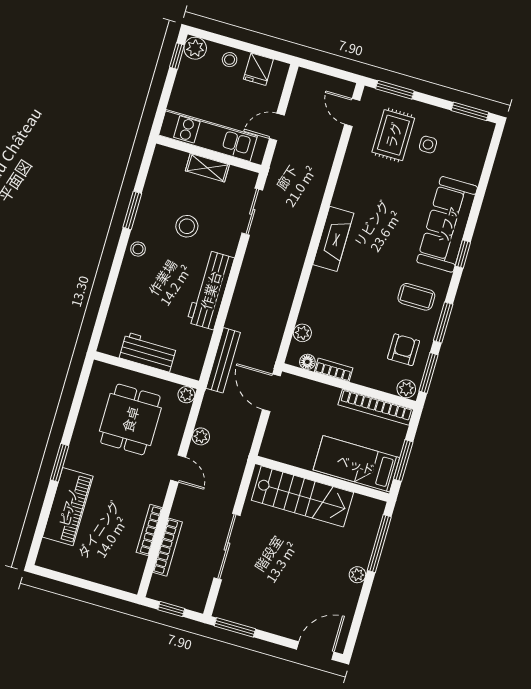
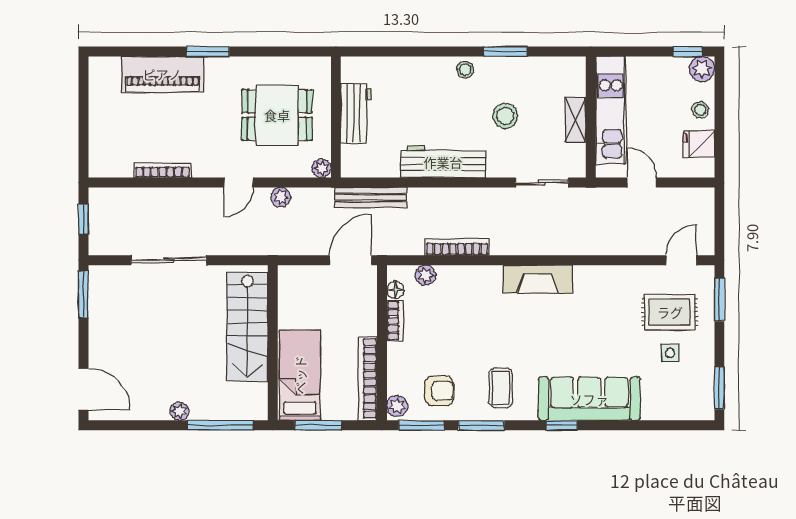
bookcase: (168, 547) -> (457, 247), moved, turned 180

